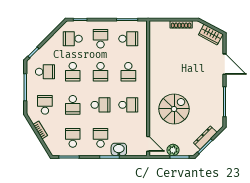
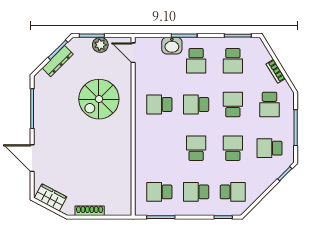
school desk: (101, 39) -> (196, 192), turned 90
school desk: (128, 72) -> (159, 148), removed

